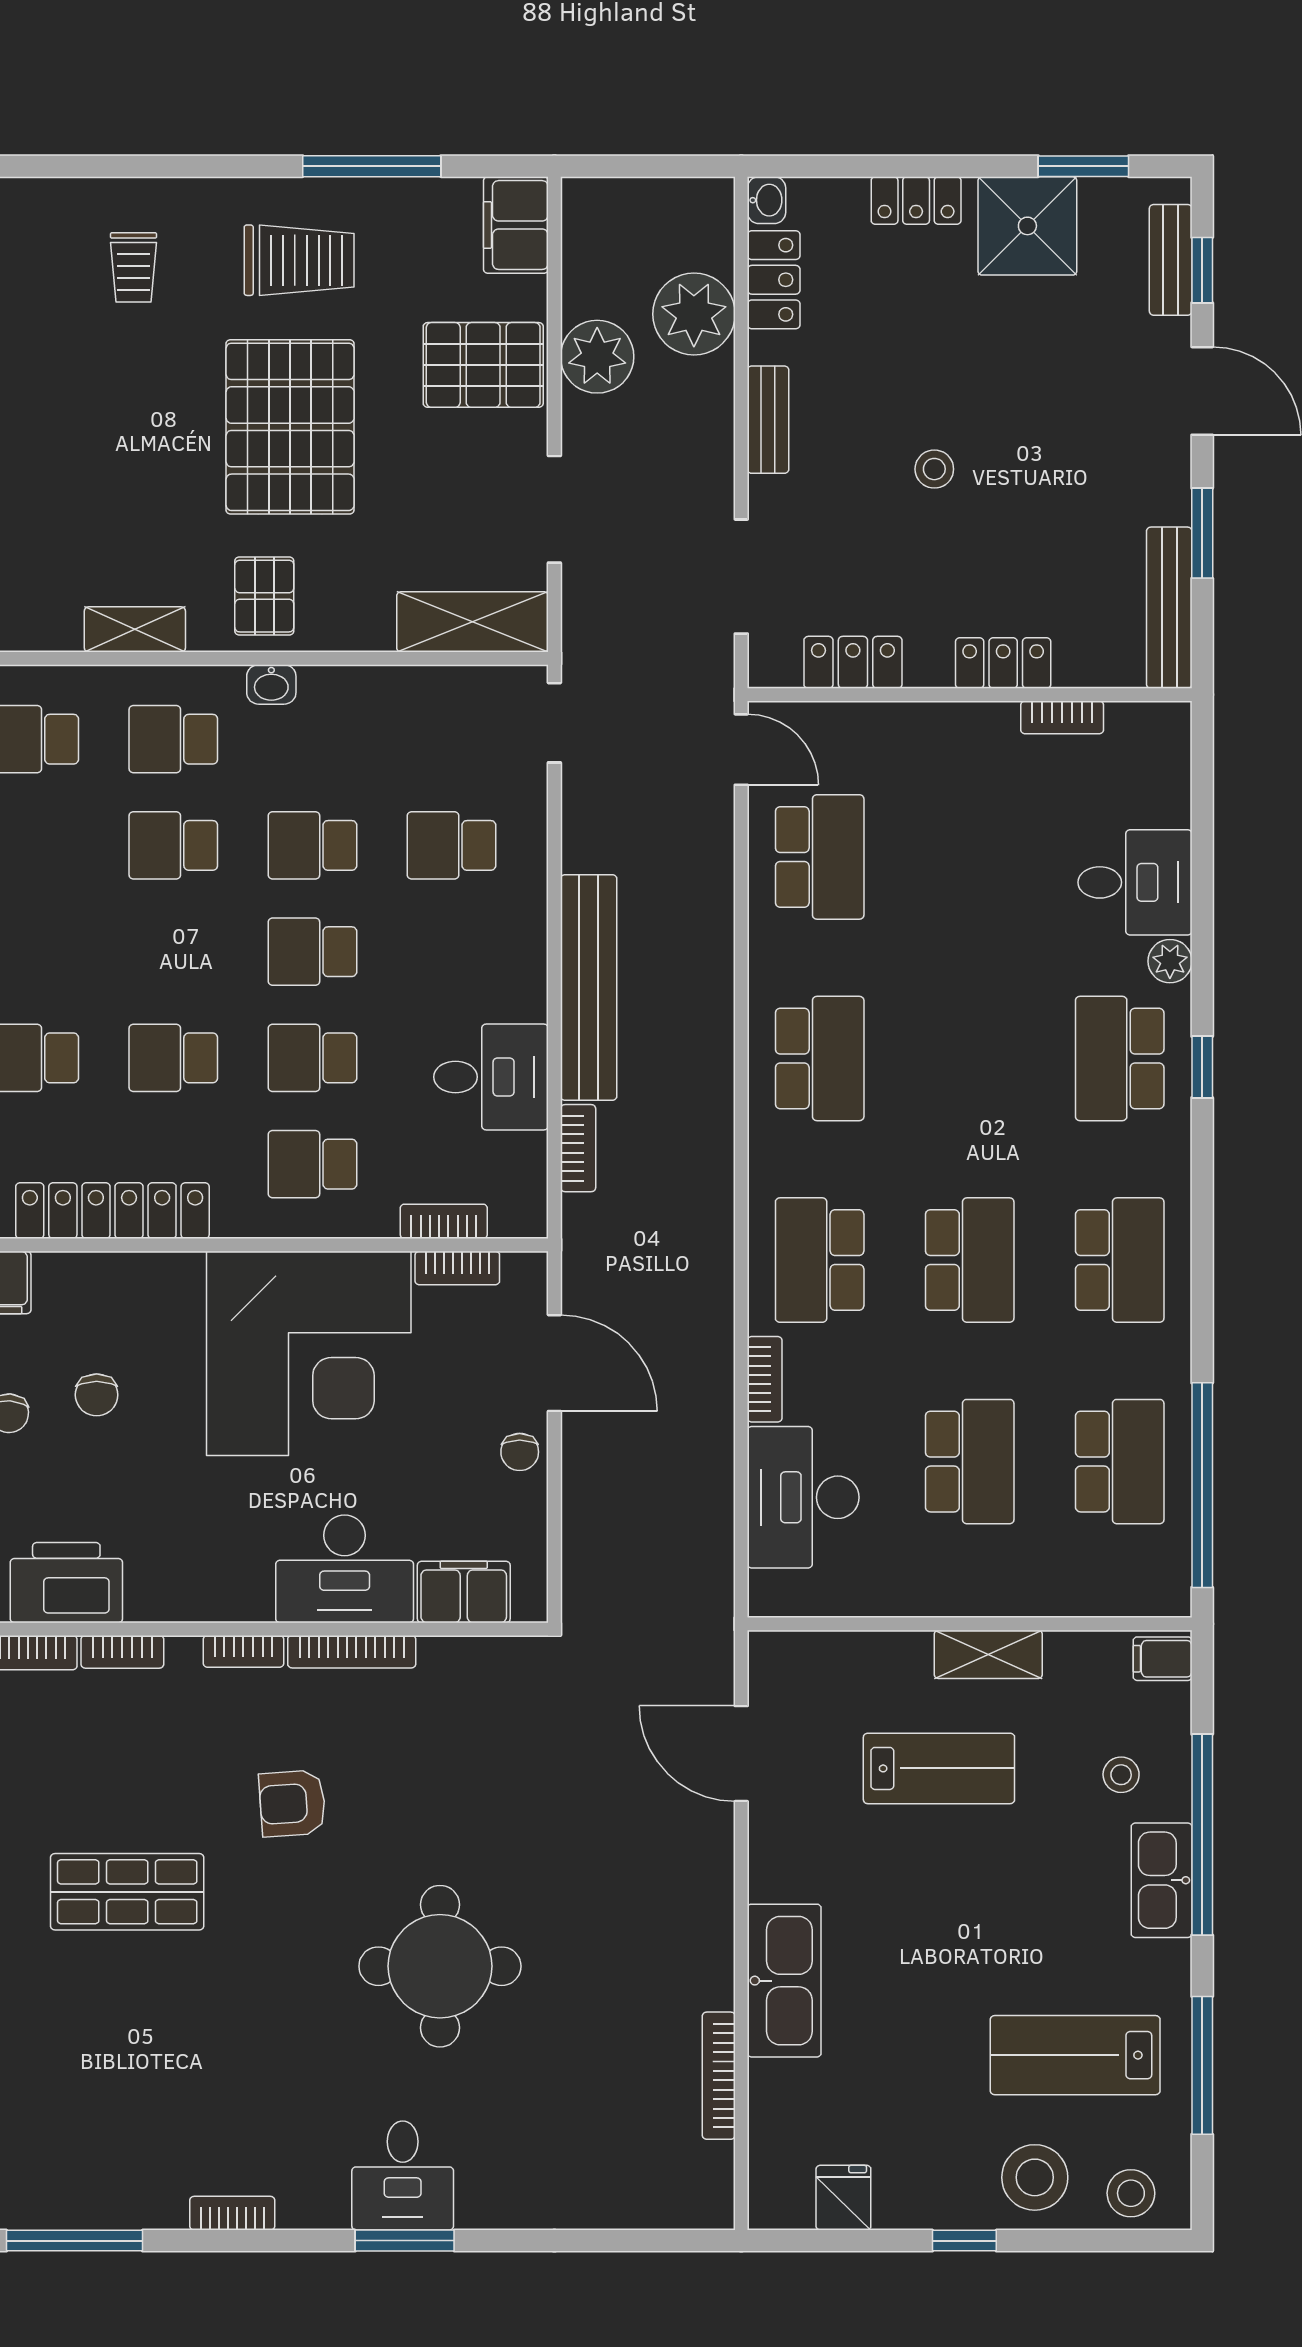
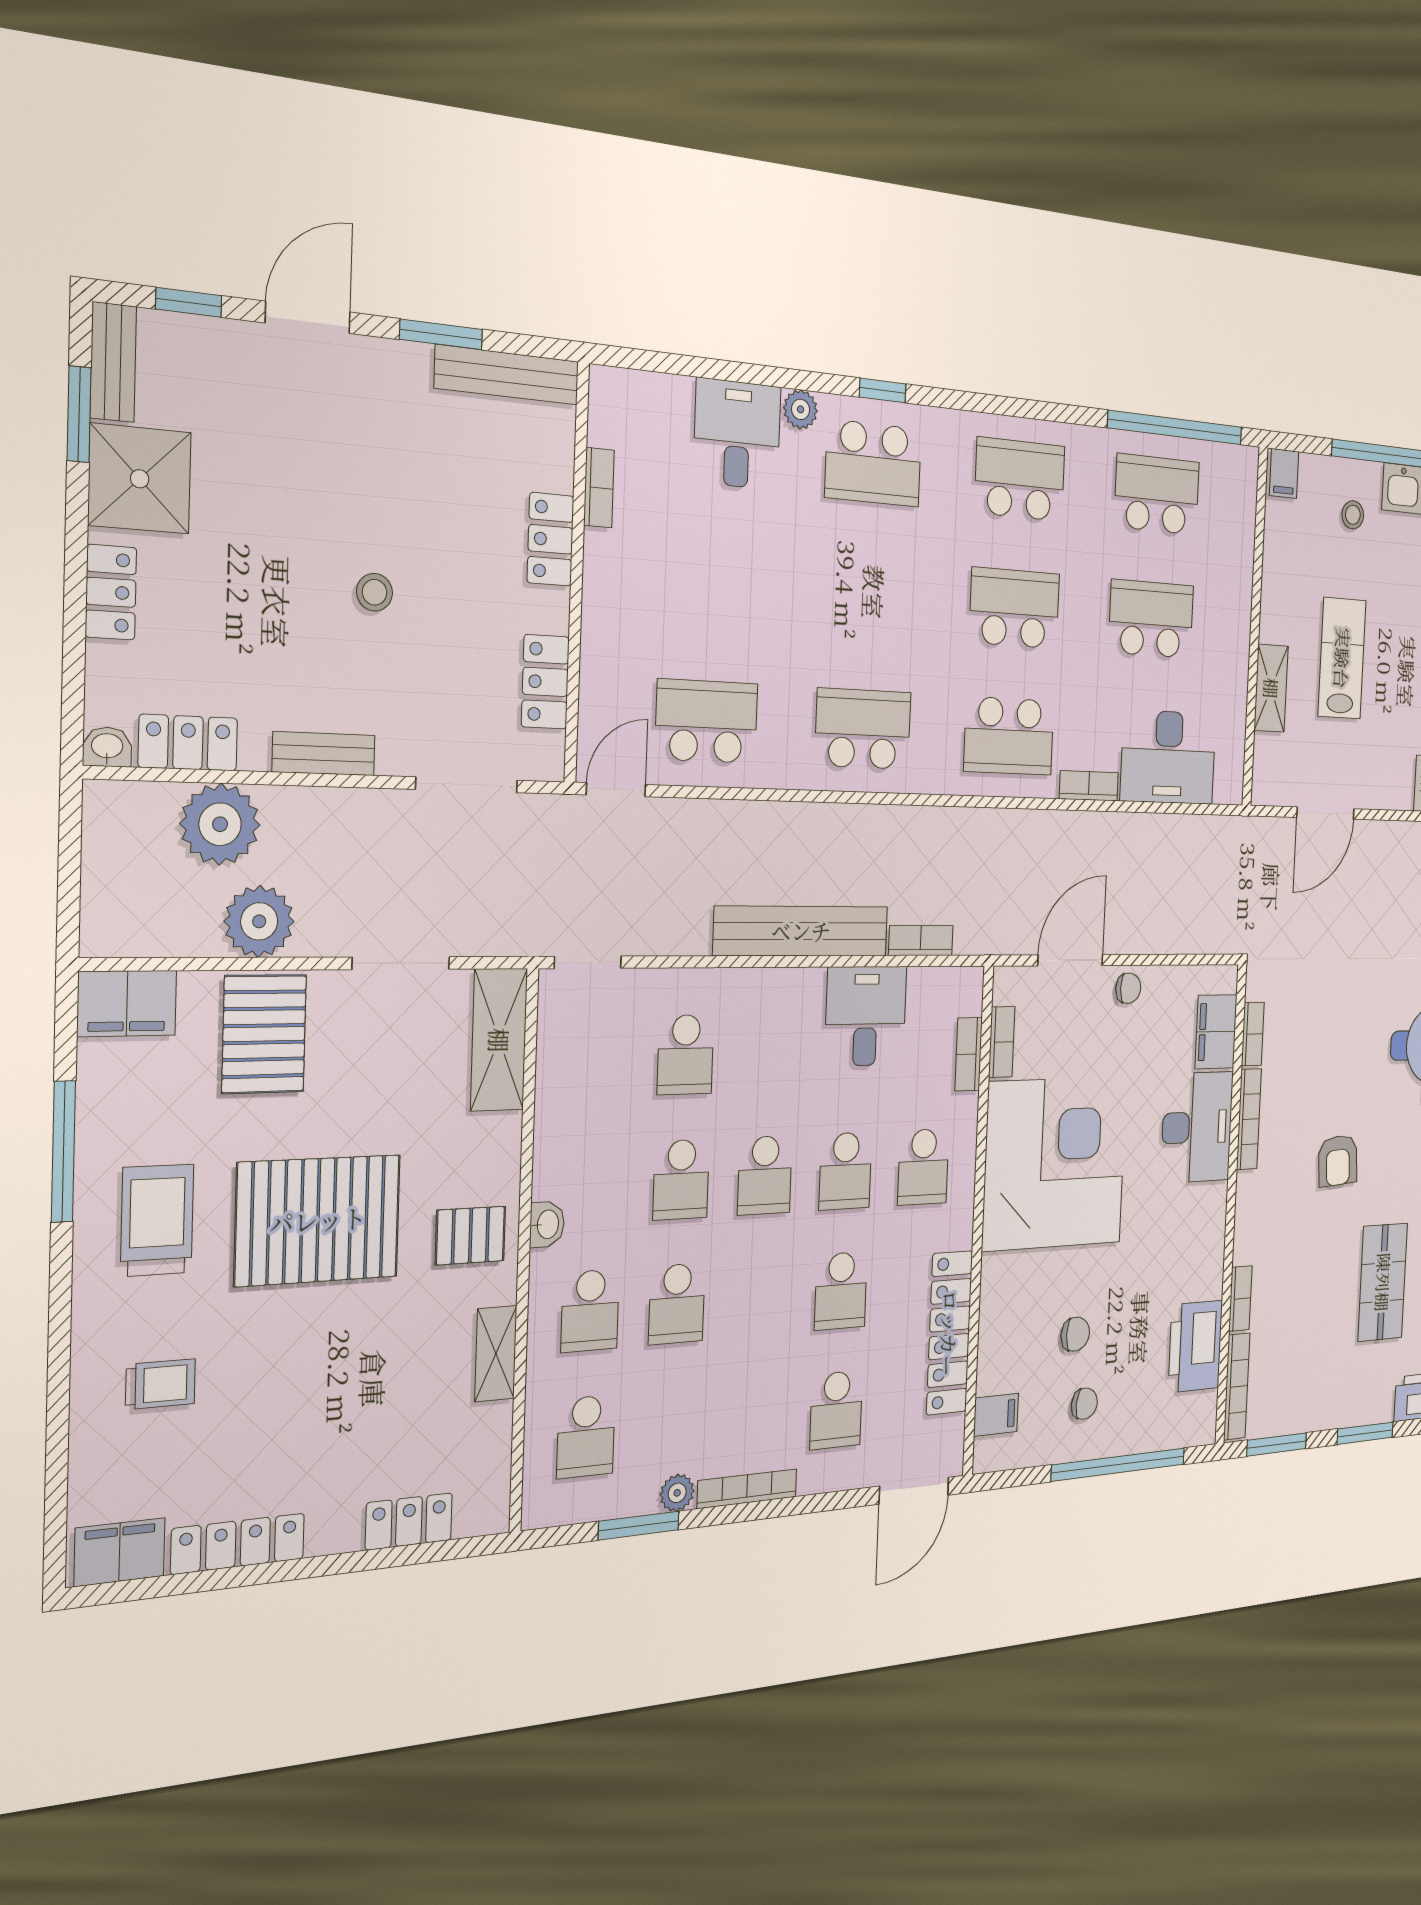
bench: (1171, 260) -> (113, 362), moved, turned 90
bookcase: (243, 1651) -> (1253, 1034), moved
shelving: (988, 1654) -> (1271, 688), moved

